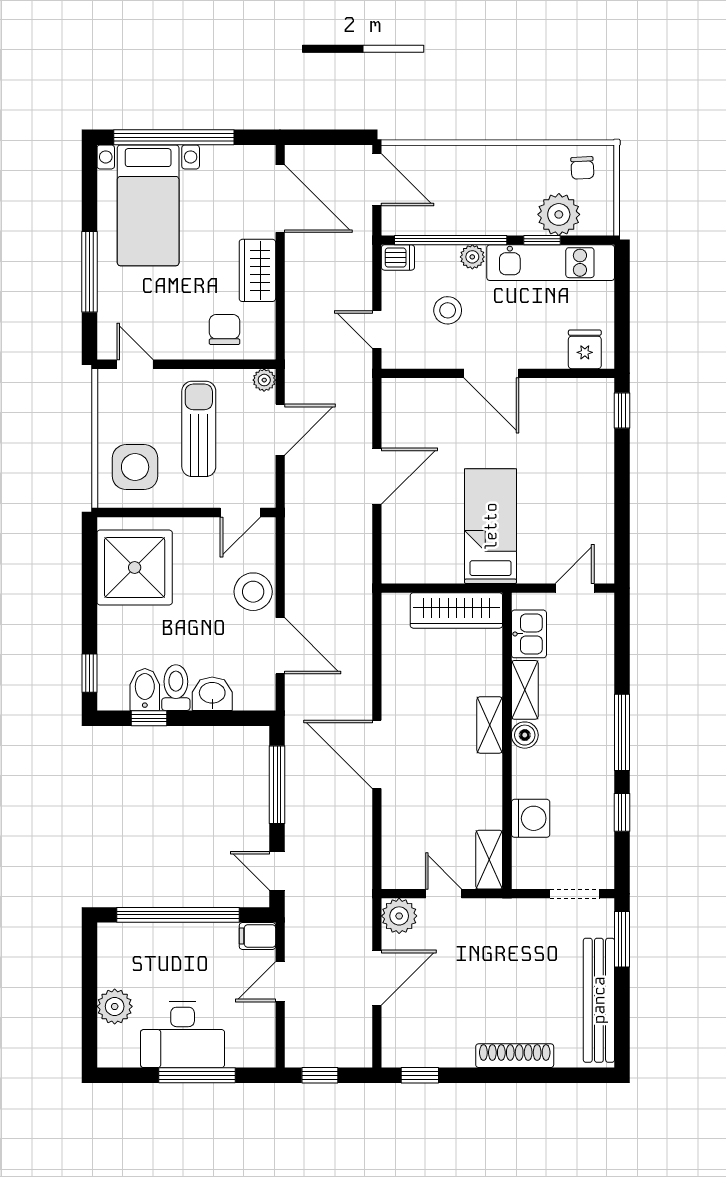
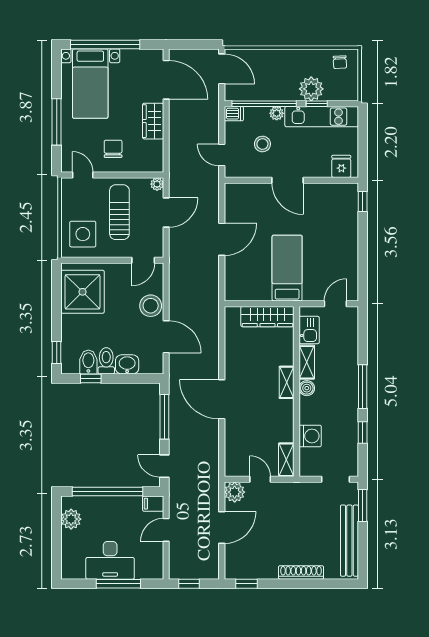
plant: (559, 214) -> (311, 89), moved
chair: (225, 330) -> (113, 149), moved
plant: (115, 1006) -> (71, 519), moved

